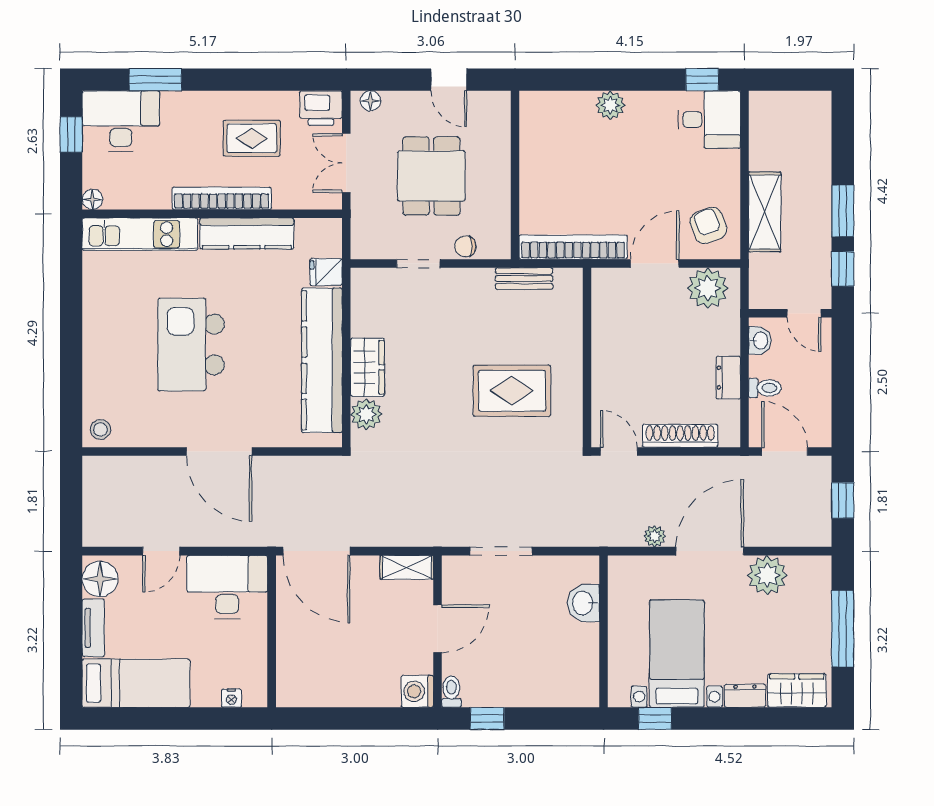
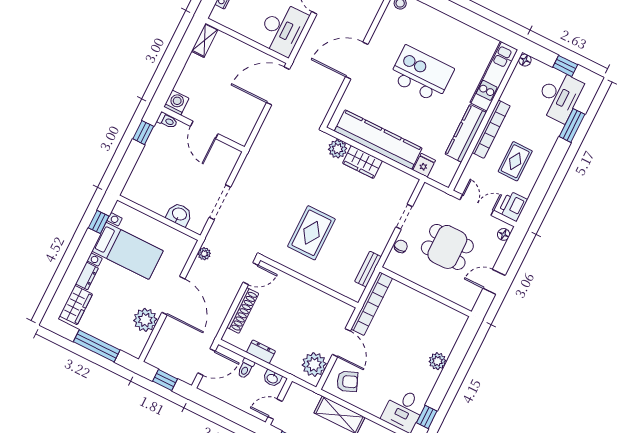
plant: (655, 536) -> (204, 254), moved
doorway: (501, 551) -> (220, 202), moved
shelving: (407, 567) -> (205, 40), moved

